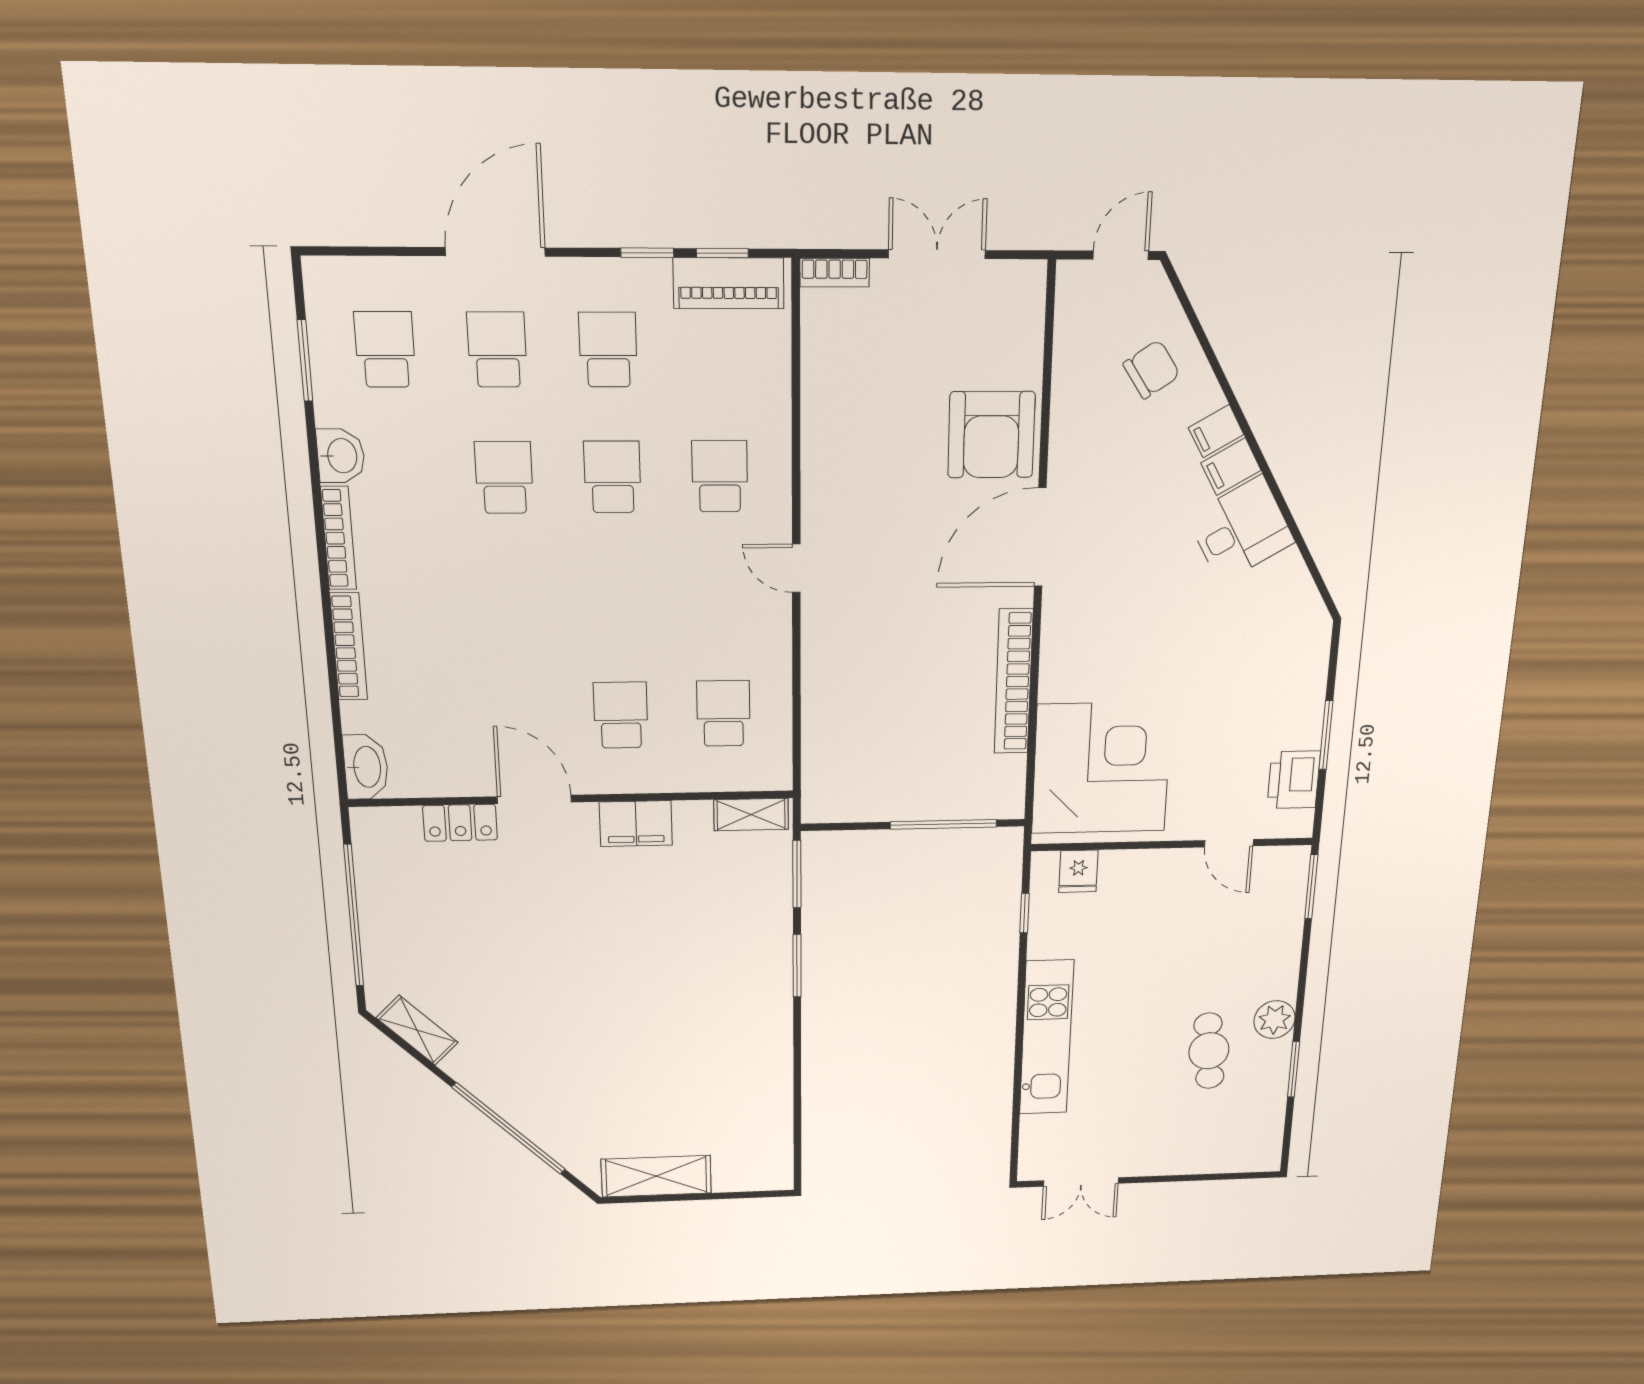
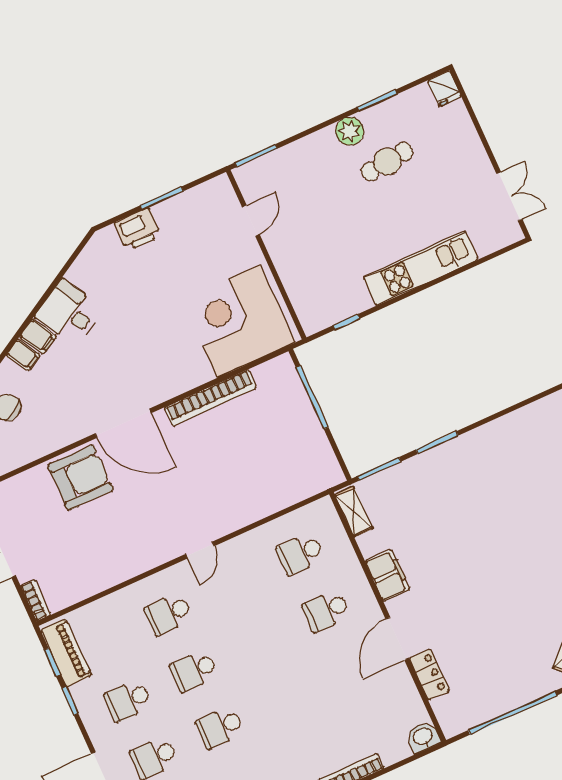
washbasin: (366, 767) -> (423, 737), width x0.72
printer: (1294, 780) -> (138, 229), moved
fridge: (1078, 871) -> (444, 89), moved, turned 90

